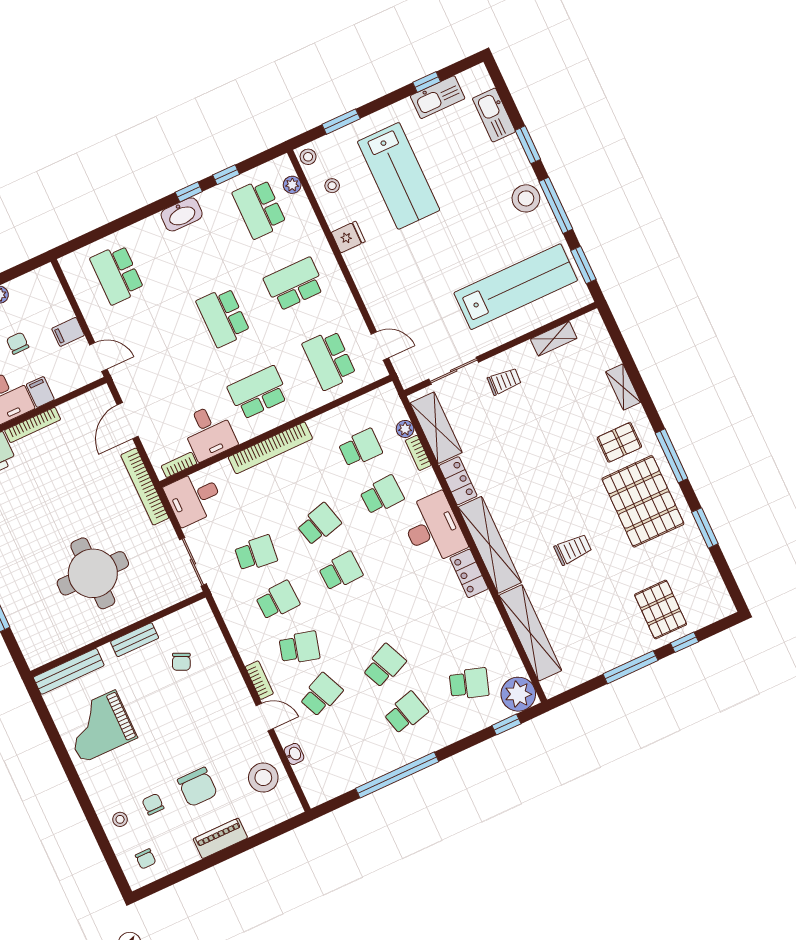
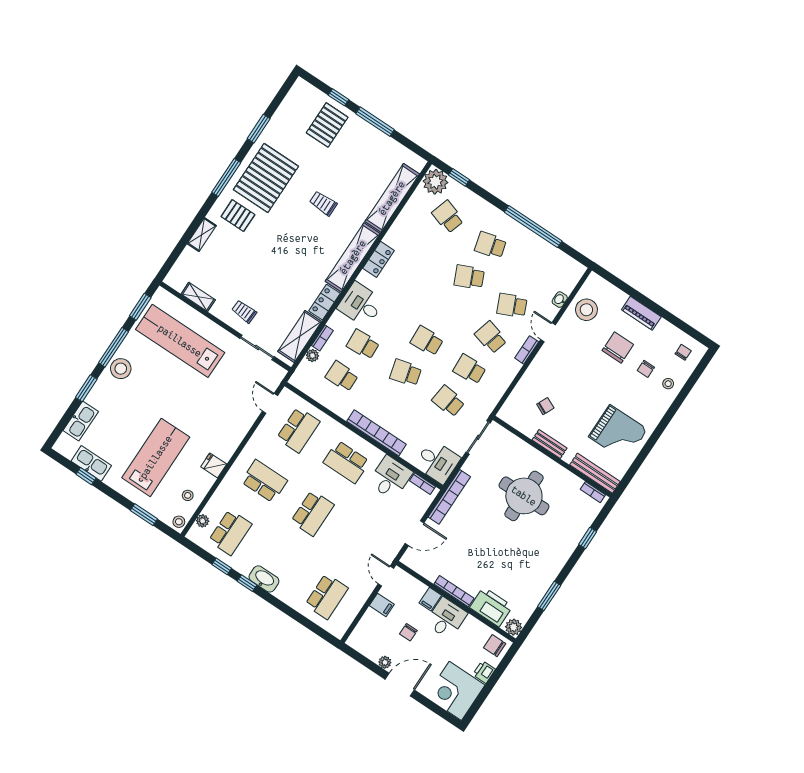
school desk: (294, 284) -> (264, 481), turned 180
desk: (433, 529) -> (361, 305), width x0.73
bookcase: (48, 656) -> (593, 492), added

